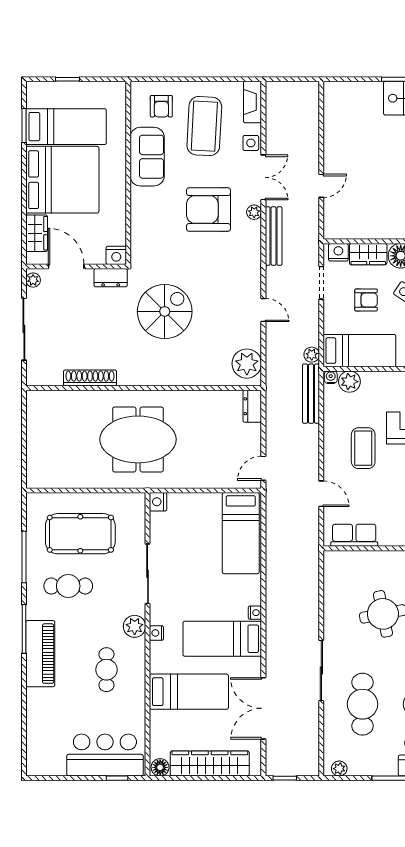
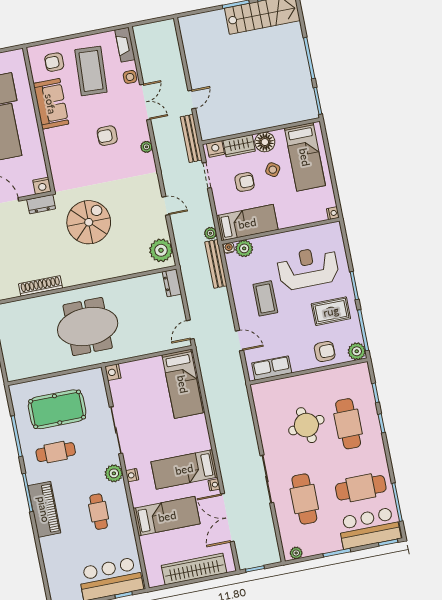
armchair: (161, 106) -> (54, 62), turned 90
armchair: (208, 210) -> (107, 136), width x0.53, depth x0.53
plant: (254, 212) -> (146, 147), moved
bench: (274, 236) -> (191, 138), moved
nightstand: (255, 613) -> (214, 485), moved
floor lamp: (160, 767) -> (156, 580), removed

